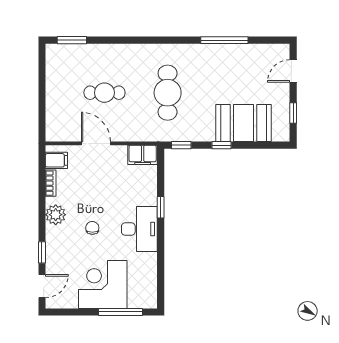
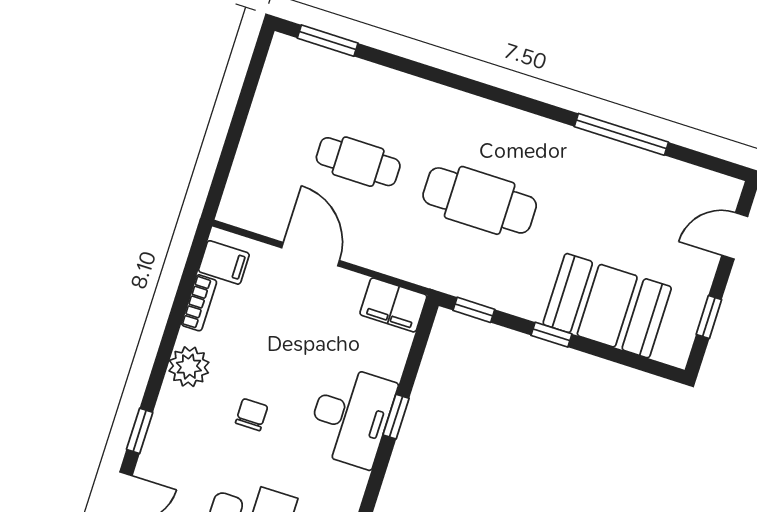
cafe table: (168, 93) -> (480, 200), turned 90
desk: (139, 229) -> (351, 416), moved

